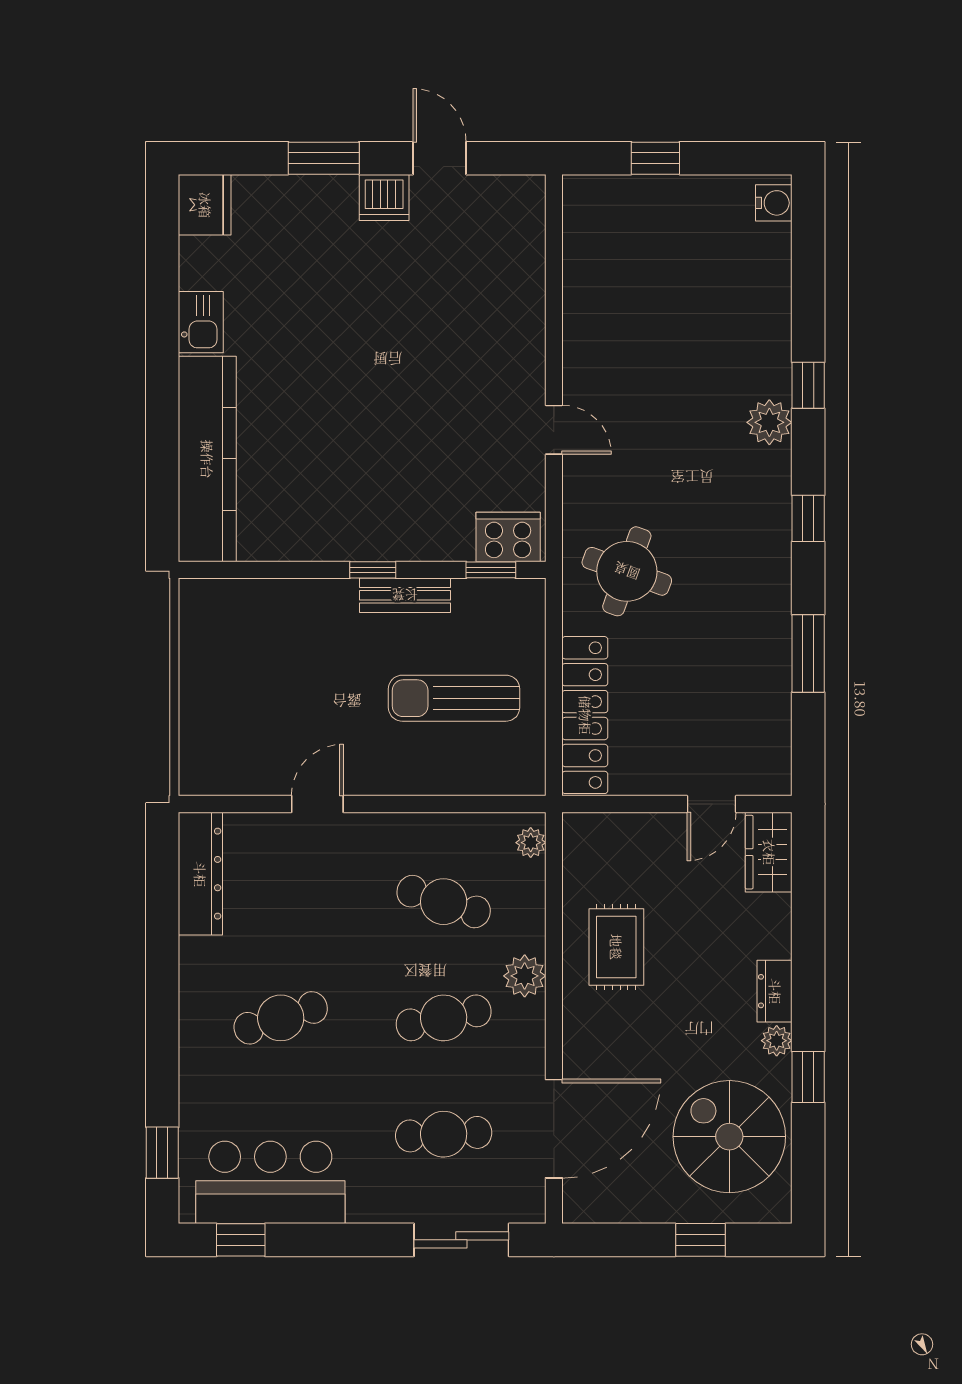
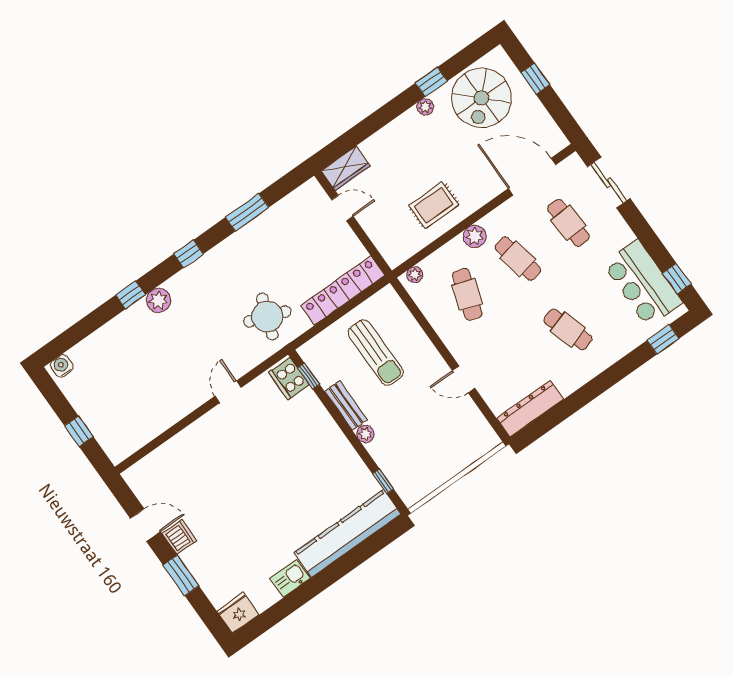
door: (440, 158) -> (145, 525), swing flipped
window: (373, 570) -> (383, 481), moved
plant: (340, 594) -> (365, 434), added
dresser: (775, 991) -> (404, 123), removed

